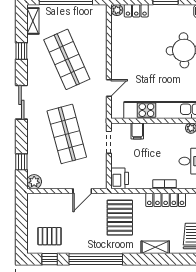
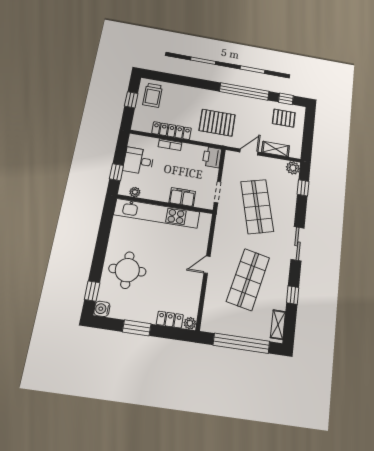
shop shelf: (67, 59) -> (248, 279), turned 36
door: (109, 88) -> (207, 265), moved
filing cabinet: (137, 131) -> (182, 197), width x2.00
pallet: (120, 218) -> (217, 123), turned 90
shelving: (155, 247) -> (276, 149), moved

